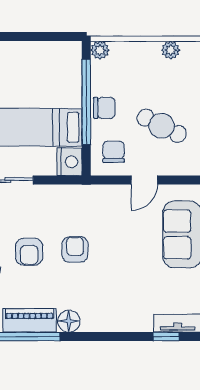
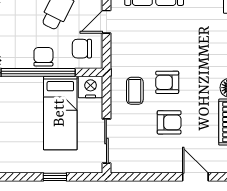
door: (144, 180) -> (106, 22), swing flipped
coffee table: (65, 212) -> (135, 91), added

